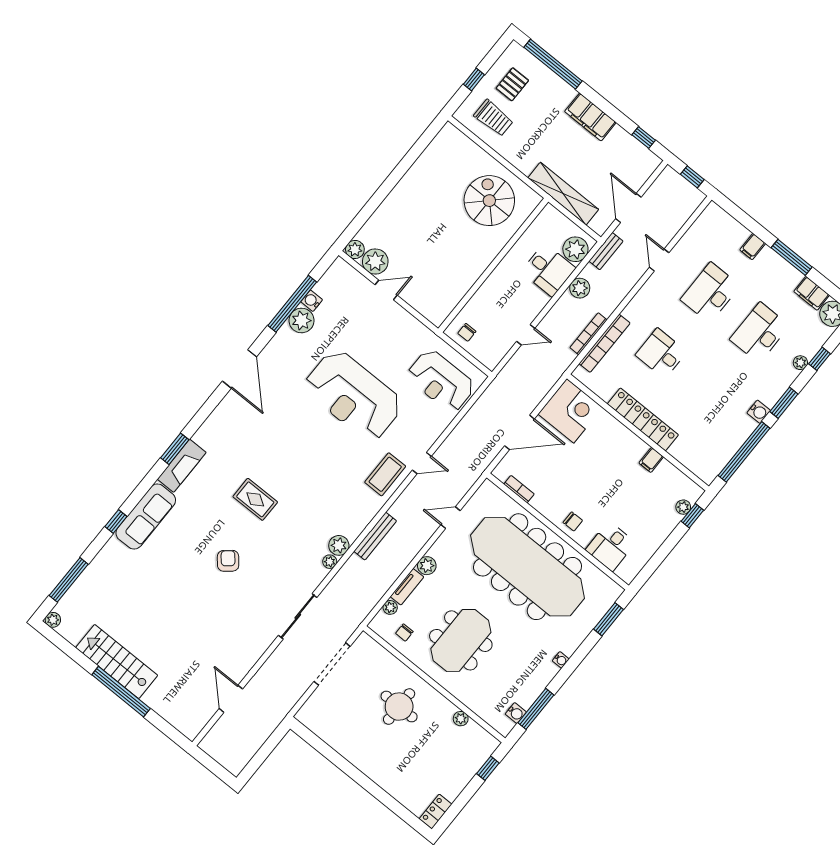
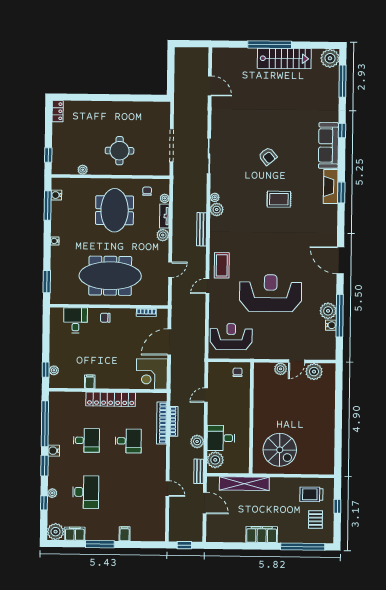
window: (644, 138) -> (226, 546), removed
plant: (355, 249) -> (281, 369), moved
desk: (710, 293) -> (86, 440), moved, width x0.73
meeting table: (528, 567) -> (110, 276), width x0.73, depth x0.79
plant: (53, 620) -> (330, 58), width x1.88, depth x1.88

